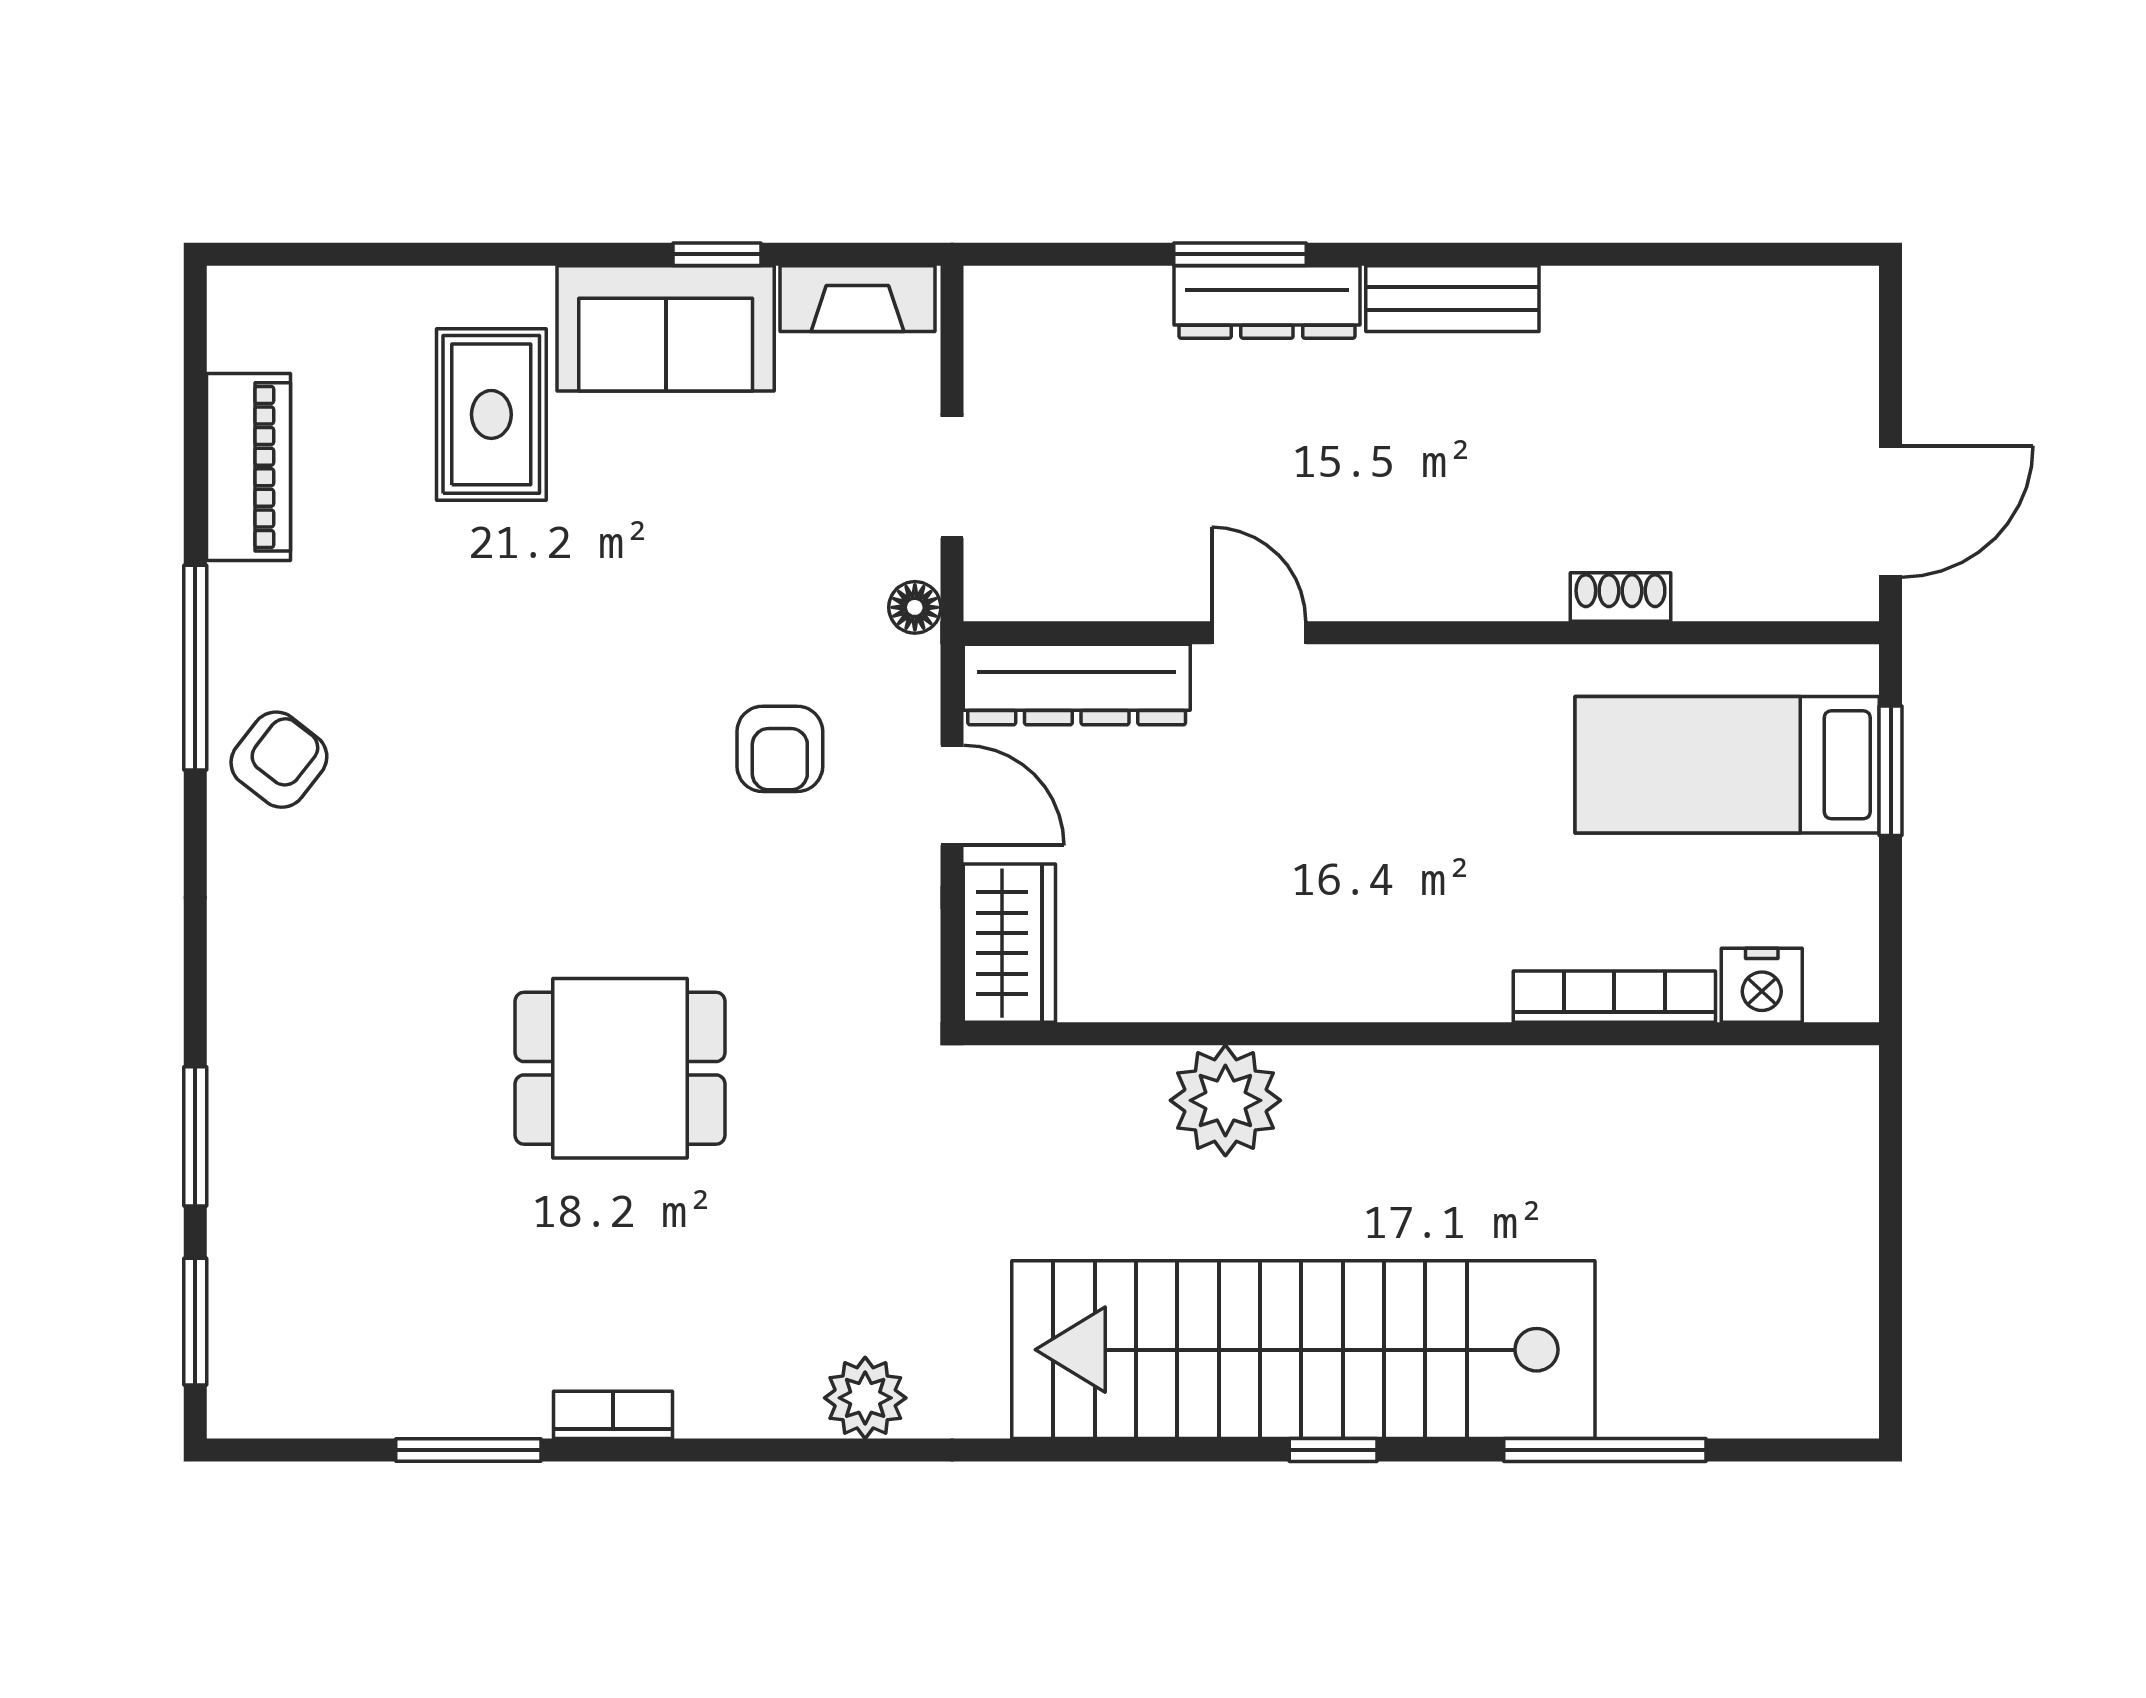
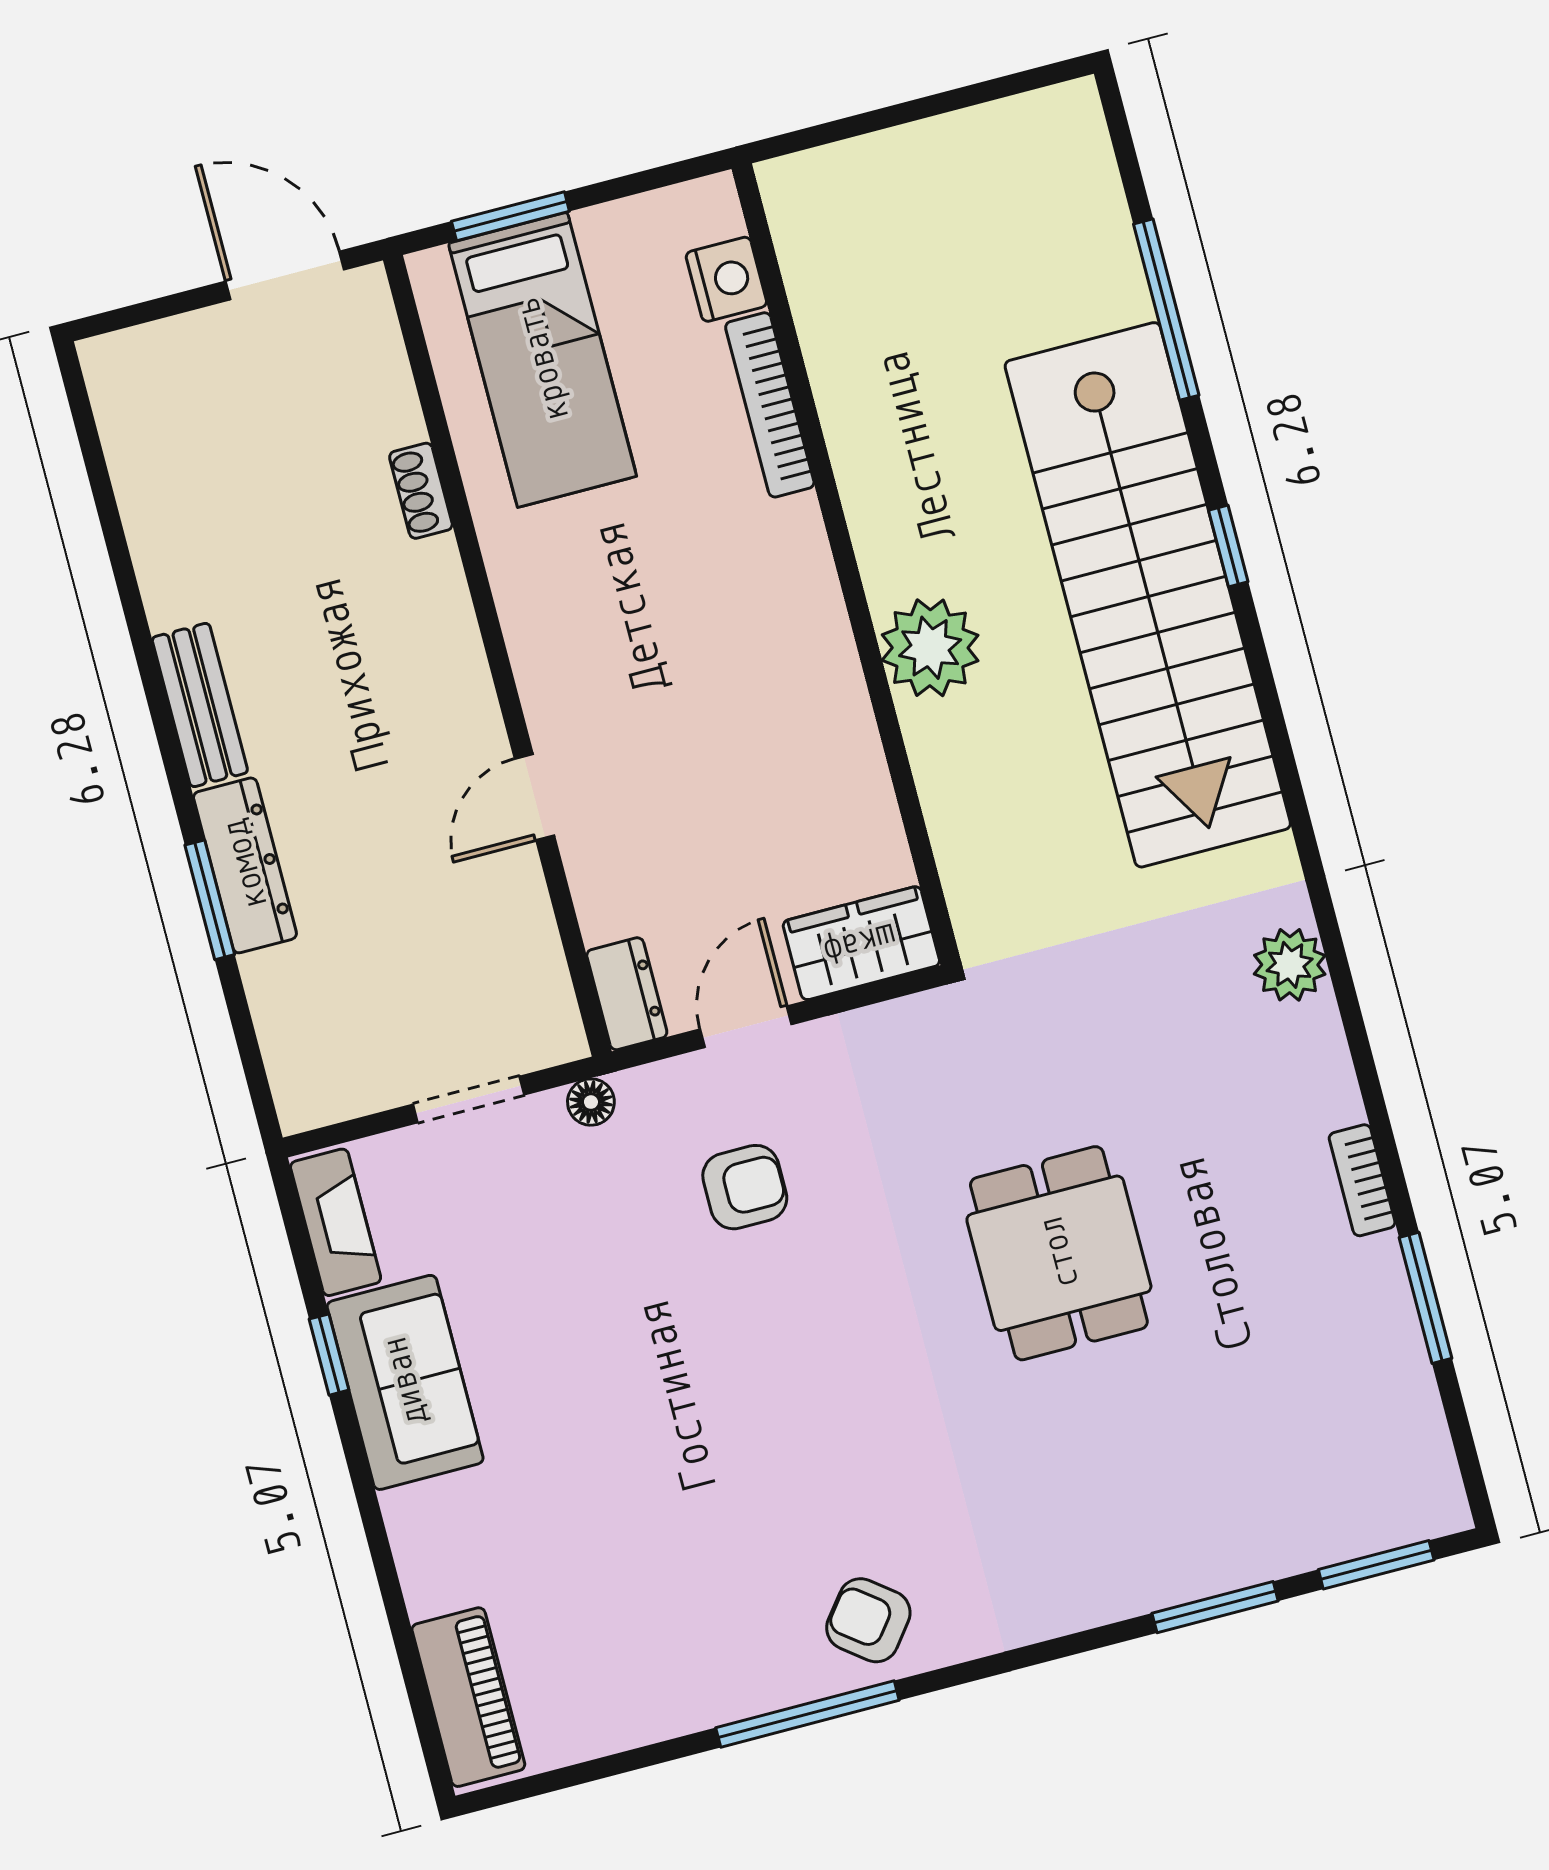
rug: (491, 414) -> (520, 1514), removed
piano: (248, 467) -> (468, 1697), moved, turned 90
dresser: (1077, 684) -> (627, 994), width x0.51, depth x0.80
plant: (1225, 1100) -> (930, 648), moved

